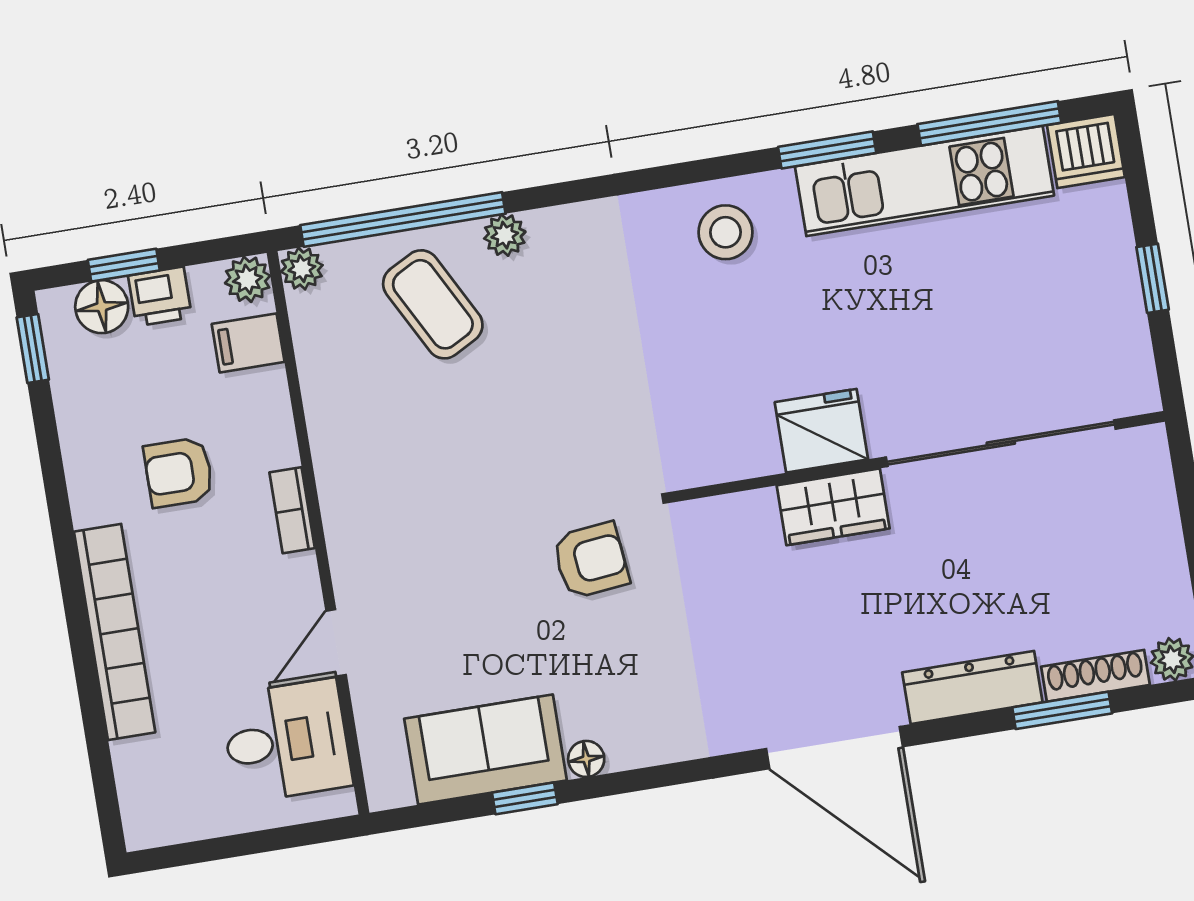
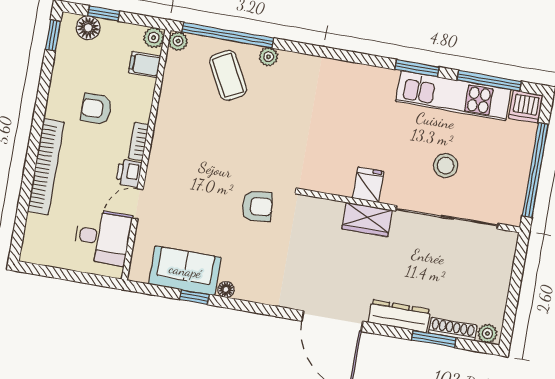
stool: (726, 232) -> (446, 166), moved
window: (1153, 278) -> (535, 170), width x3.17
printer: (160, 296) -> (129, 173), moved, turned 90
fridge: (821, 431) -> (368, 185), width x0.72

